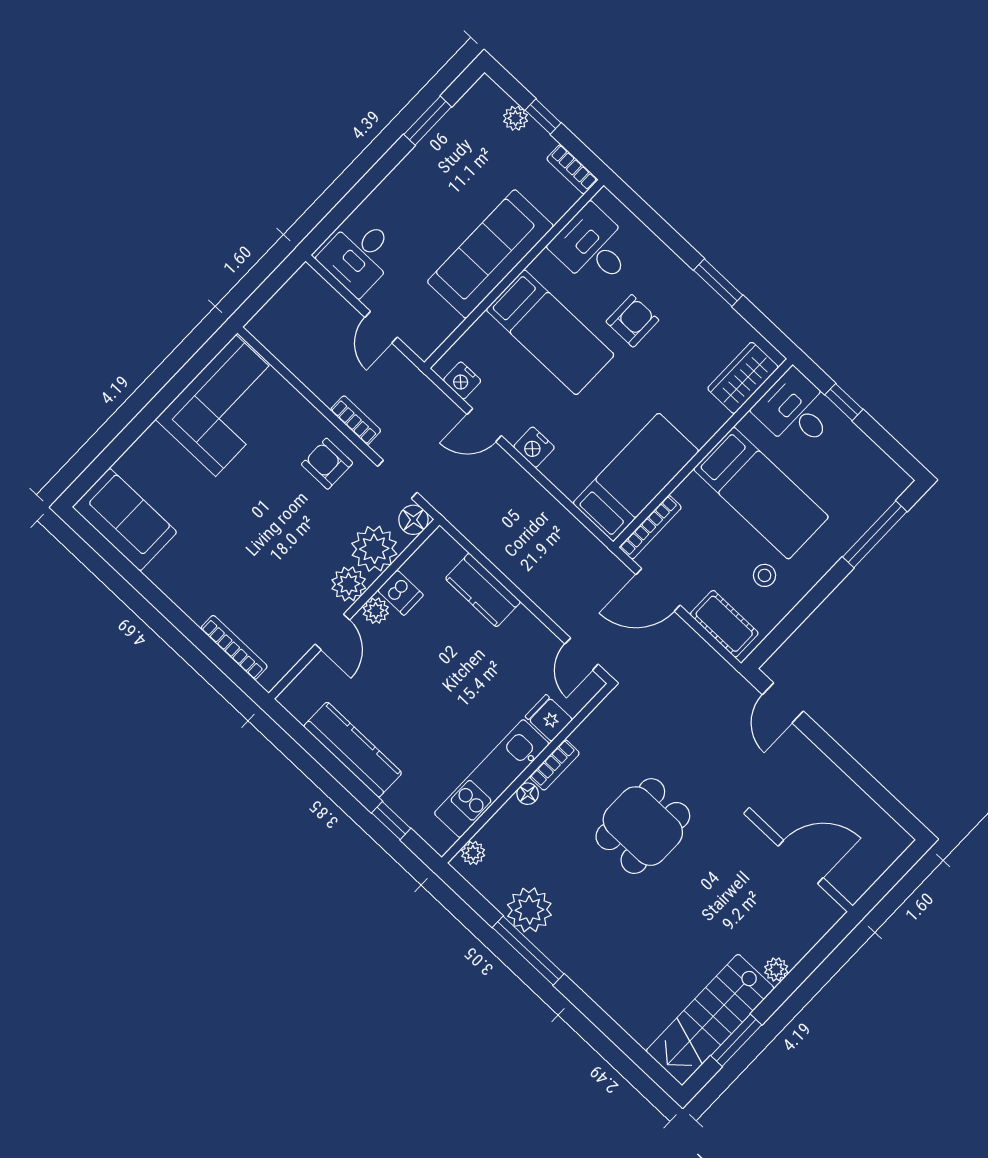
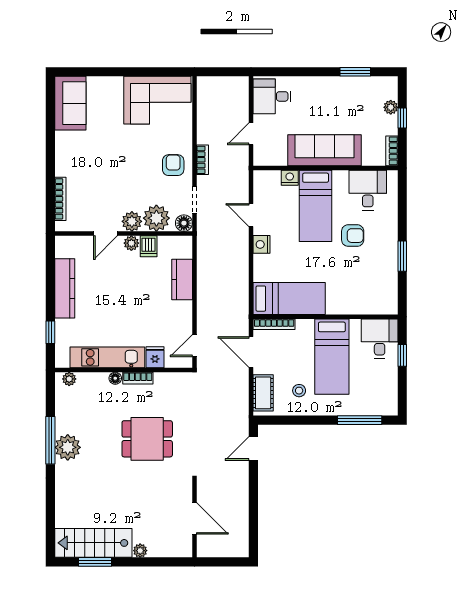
wardrobe: (743, 378) -> (373, 304), removed
nightstand: (462, 380) -> (290, 178), moved, turned 90
plant: (529, 910) -> (68, 447), moved

